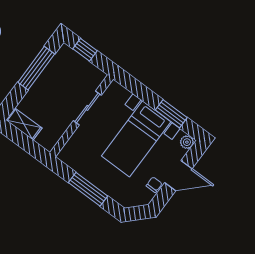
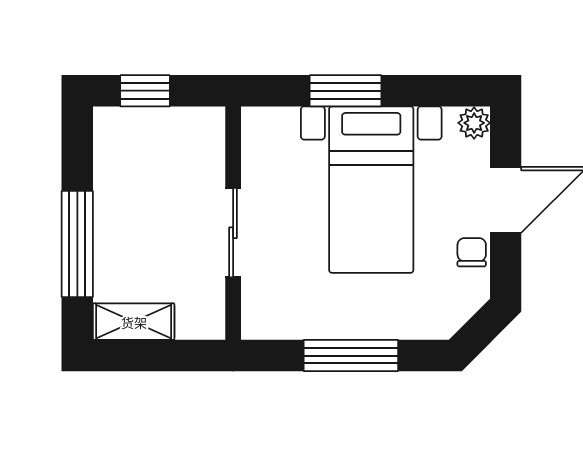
window: (36, 68) -> (77, 244), moved
sliding door: (87, 108) -> (233, 233), moved
window: (171, 114) -> (346, 91), moved

